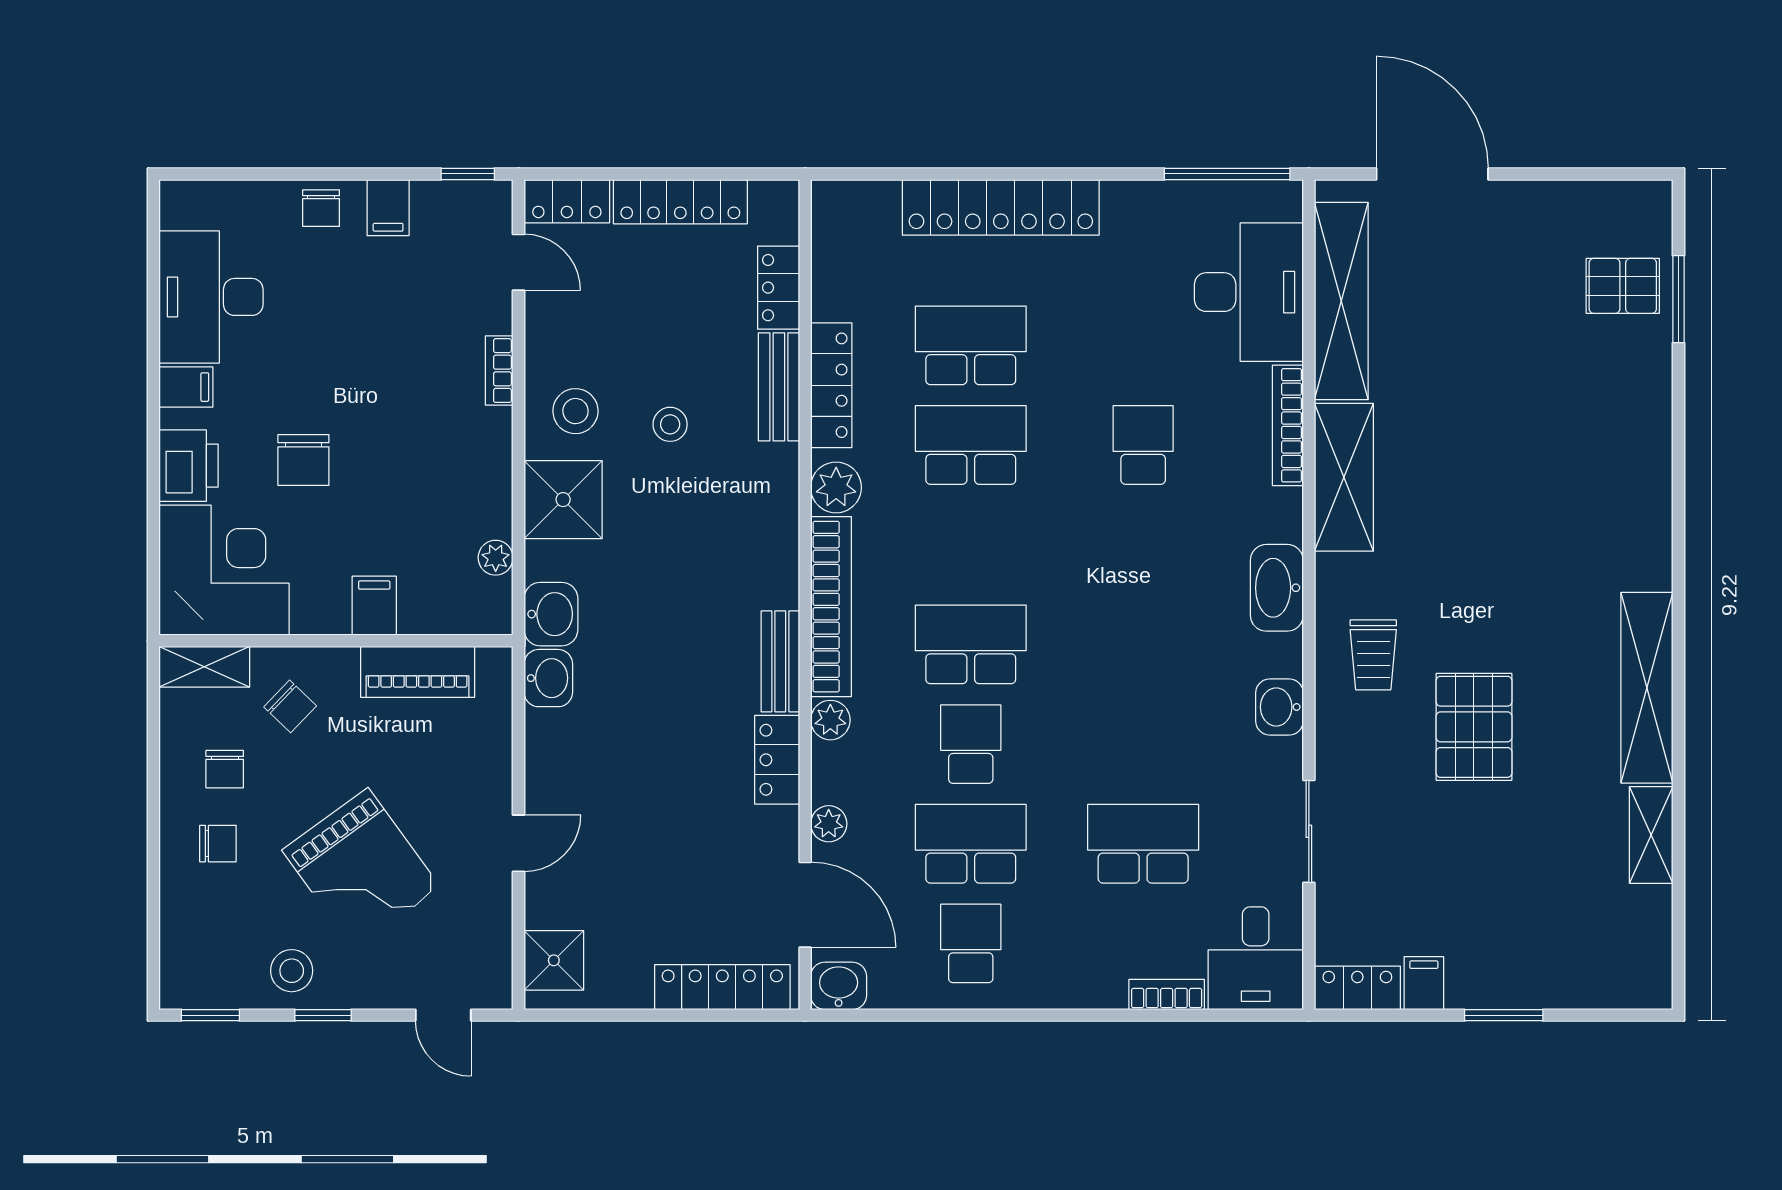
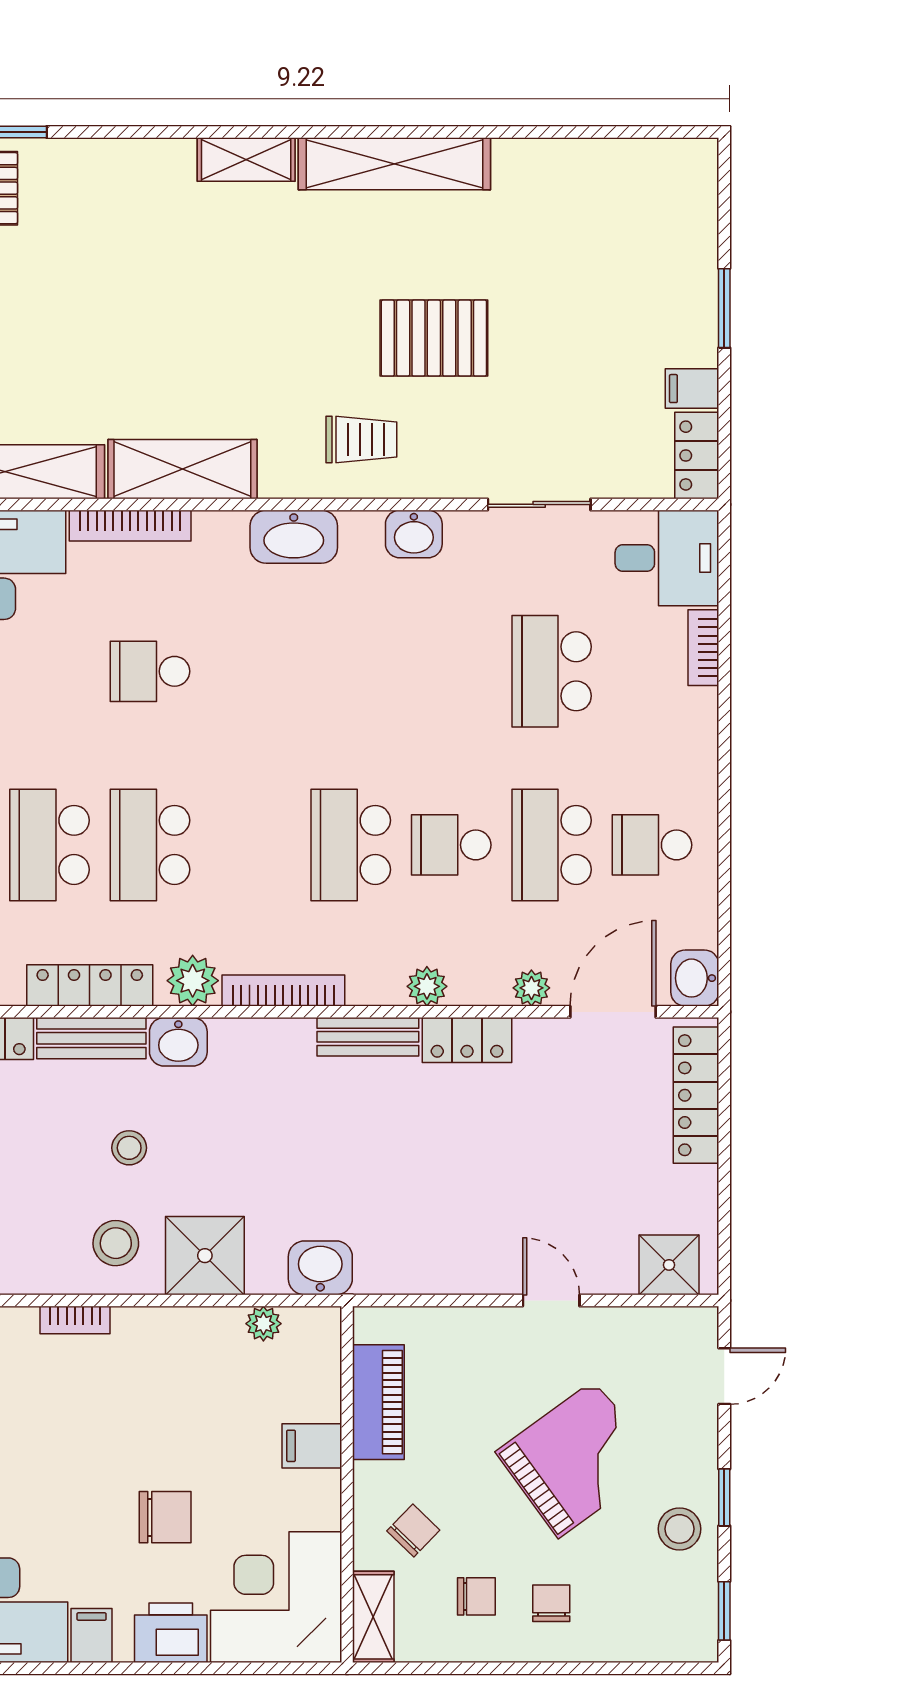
bookcase: (831, 607) -> (283, 991), width x0.68, depth x0.76
washbasin: (548, 678) -> (178, 1042), moved, turned 180
shelving: (1651, 835) -> (246, 160), moved

